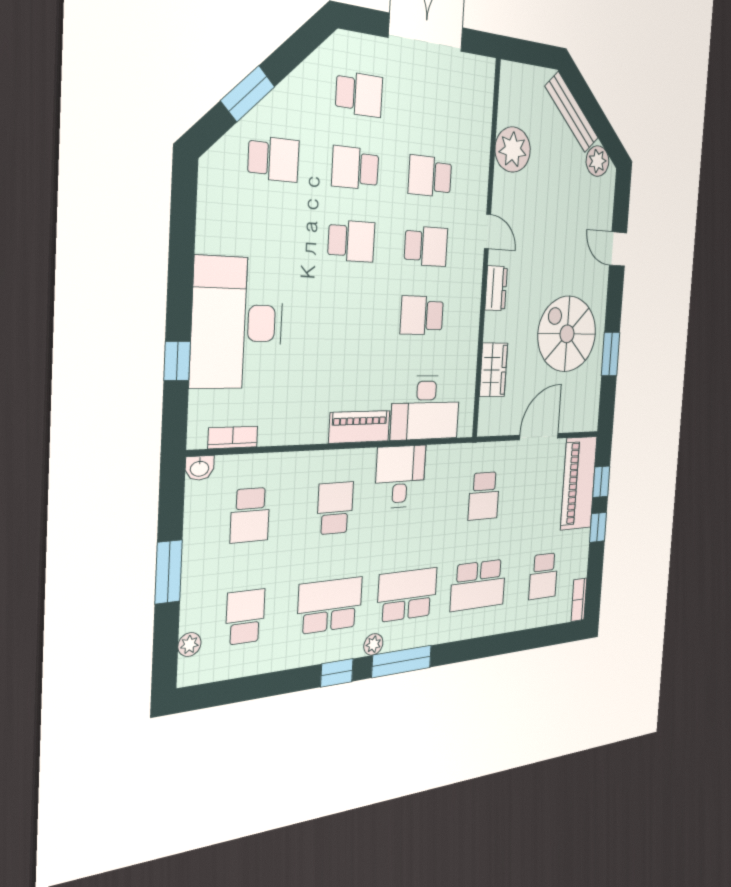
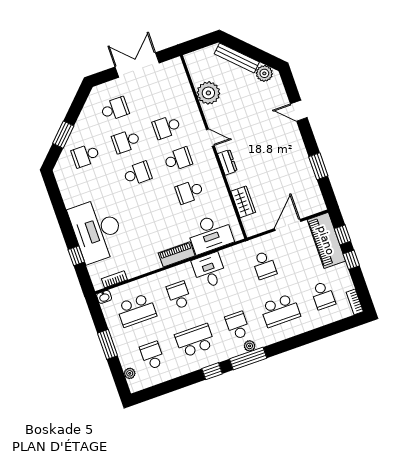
school desk: (274, 159) -> (86, 156), turned 180
spiral stairs: (567, 334) -> (283, 167), removed
school desk: (250, 515) -> (136, 310), width x1.85
school desk: (407, 595) -> (238, 325), width x0.54
plant: (373, 644) -> (250, 346), moved

